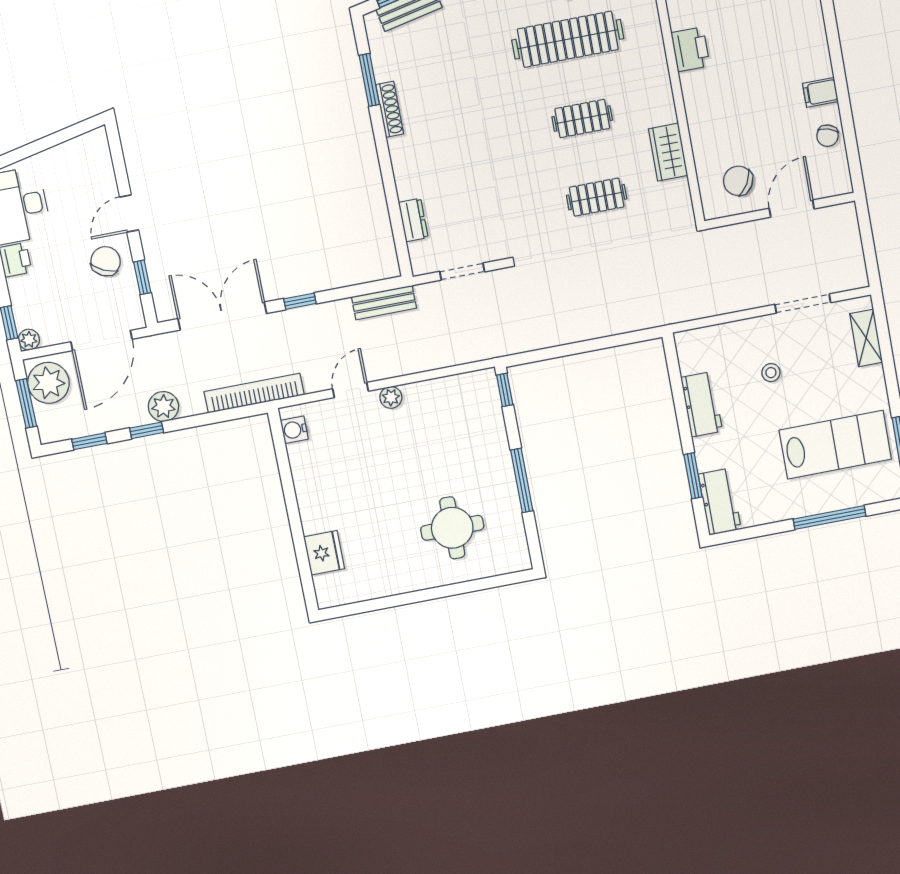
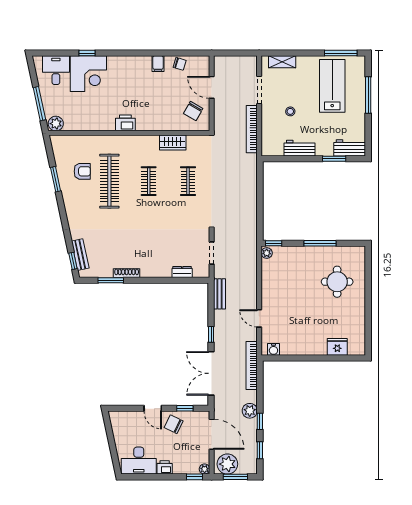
bookcase: (723, 304) -> (252, 129), added
plant: (391, 397) -> (267, 253), moved

